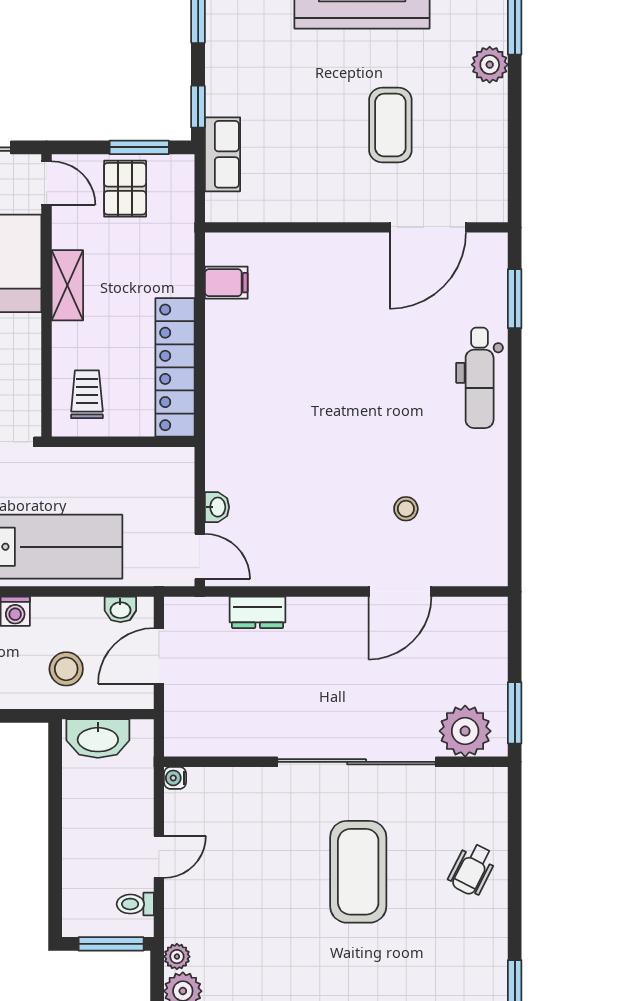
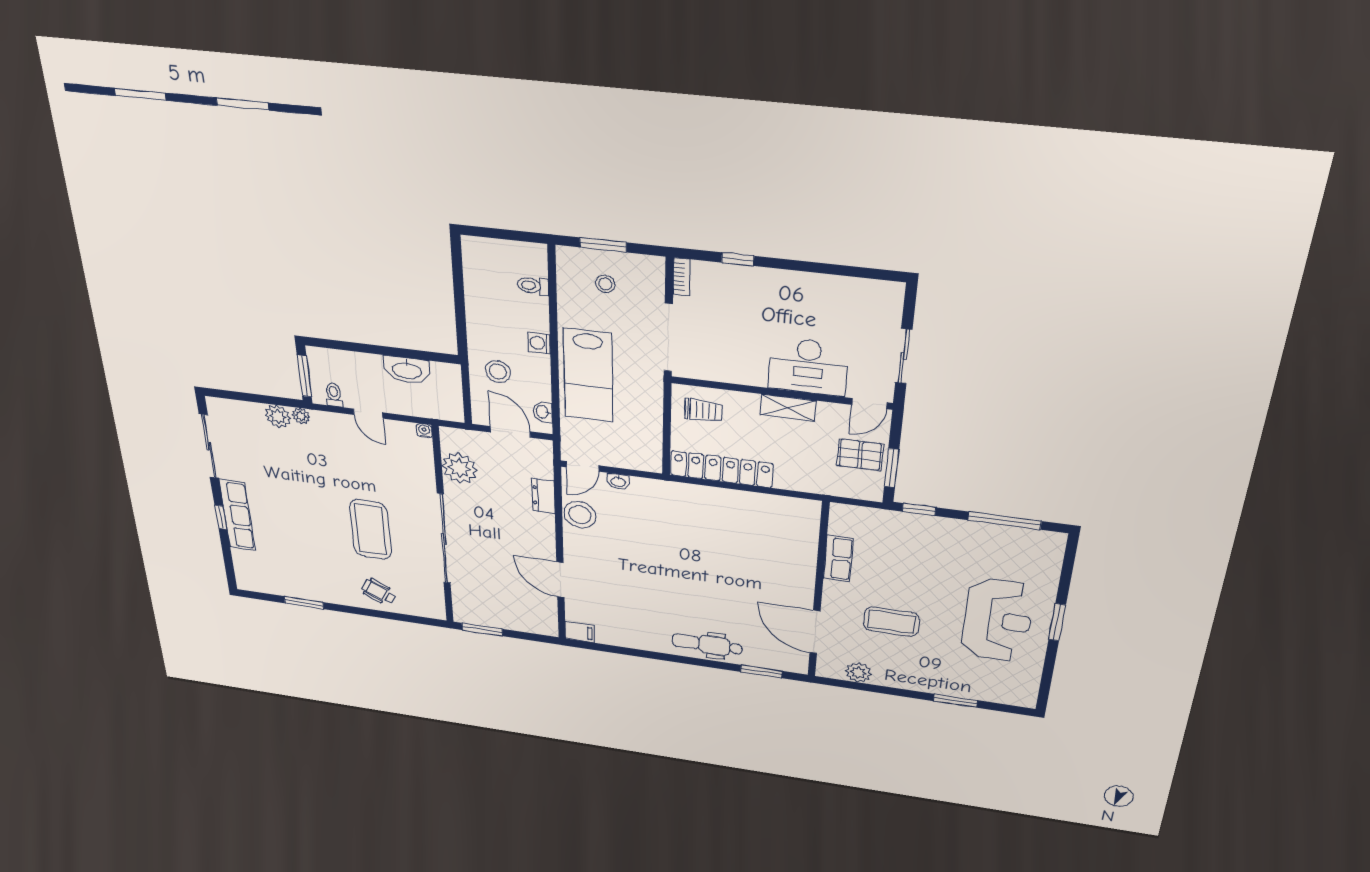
plant: (490, 65) -> (858, 673), moved
row of seats: (223, 154) -> (838, 559), moved, turned -90
filing cabinet: (226, 283) -> (580, 632), moved, turned -90
stool: (406, 509) -> (580, 515), moved, width x1.89, depth x1.89
plant: (465, 731) -> (459, 468), moved
washbasin: (98, 739) -> (407, 370), moved, turned -90
coffee table: (358, 872) -> (370, 530), turned 90

